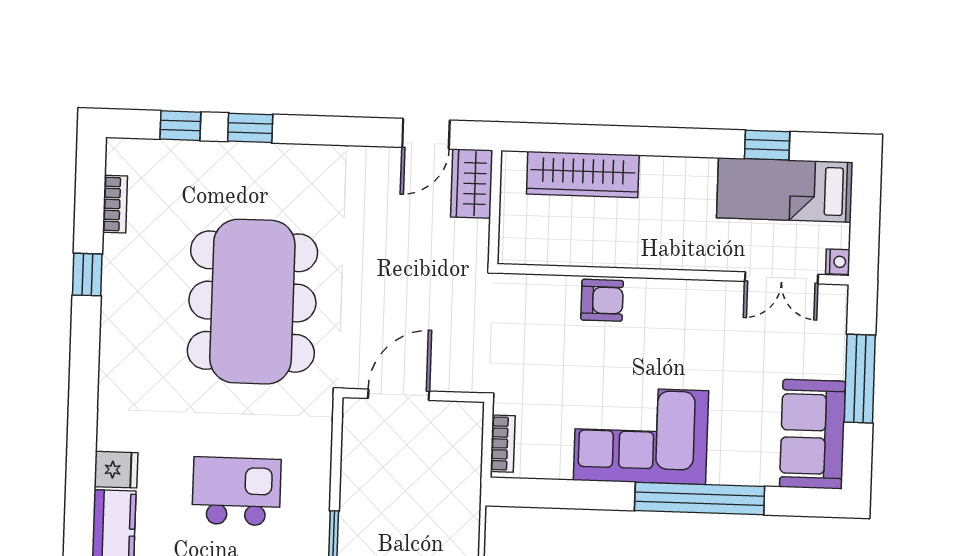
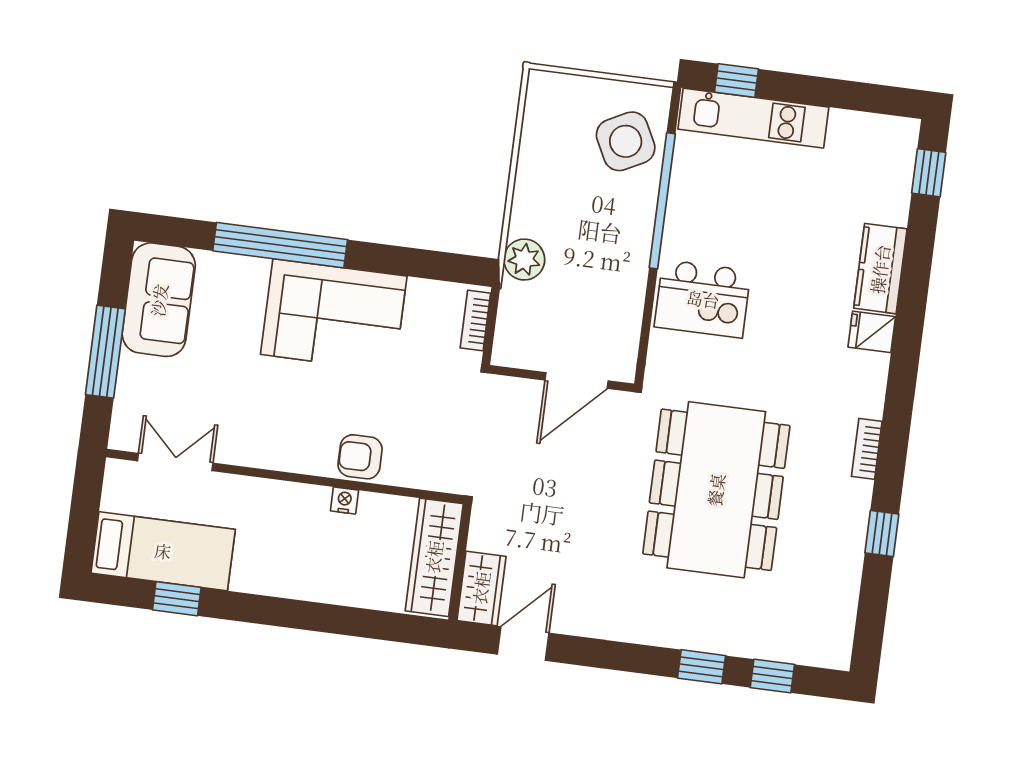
wardrobe: (583, 174) -> (434, 557), moved, turned -90
bookcase: (115, 204) -> (867, 449), moved
nightstand: (838, 262) -> (344, 500), moved, turned 90
kitchen island: (236, 491) -> (703, 299), moved
plant: (461, 508) -> (524, 260), added

